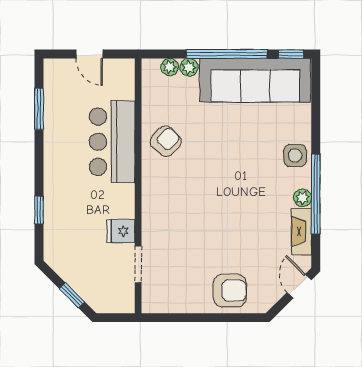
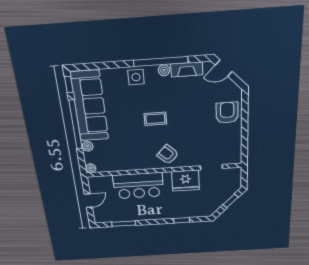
plant: (170, 67) -> (91, 168), moved
armchair: (166, 141) -> (168, 155), moved
coffee table: (228, 179) -> (155, 119), added
fridge: (121, 231) -> (185, 181), width x1.88, depth x1.34

